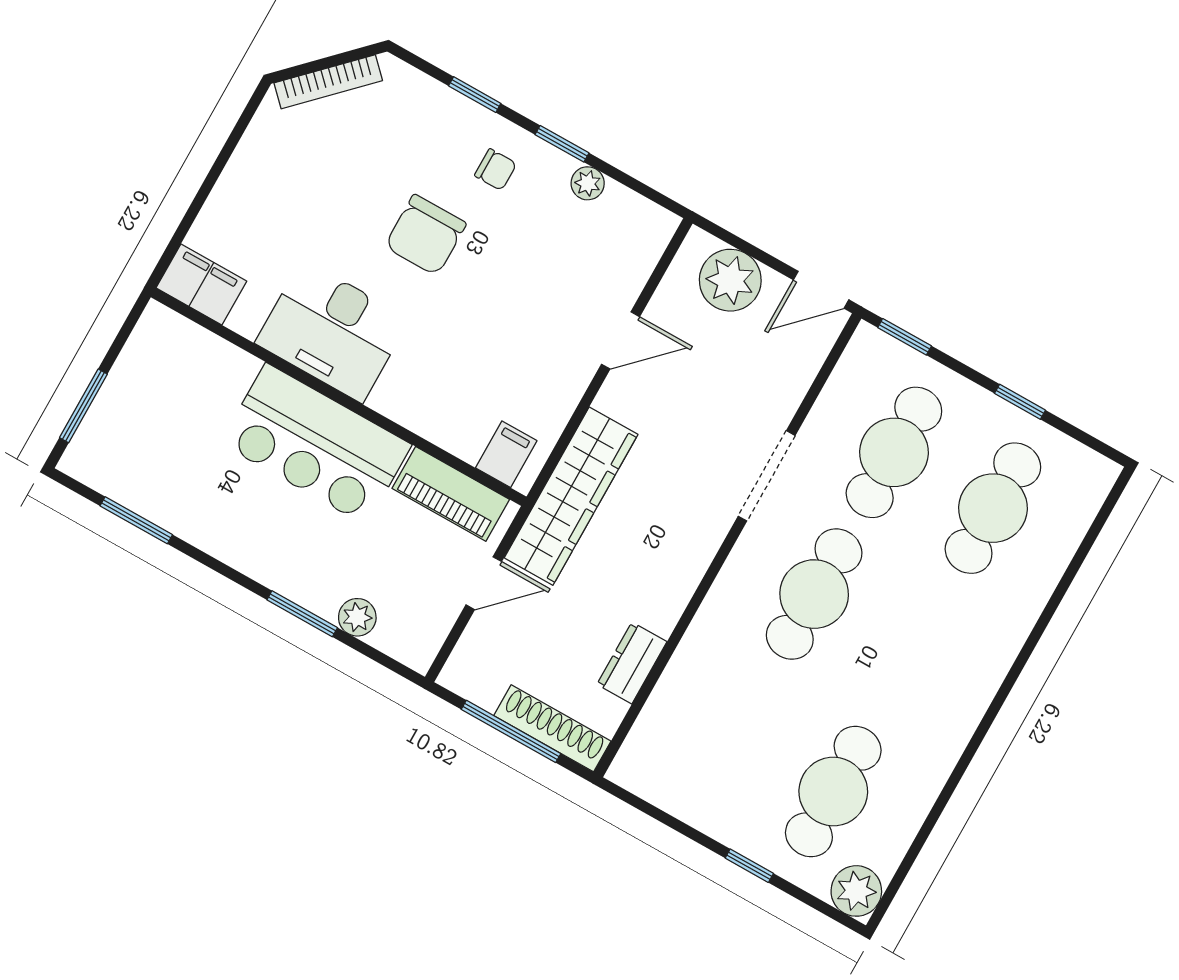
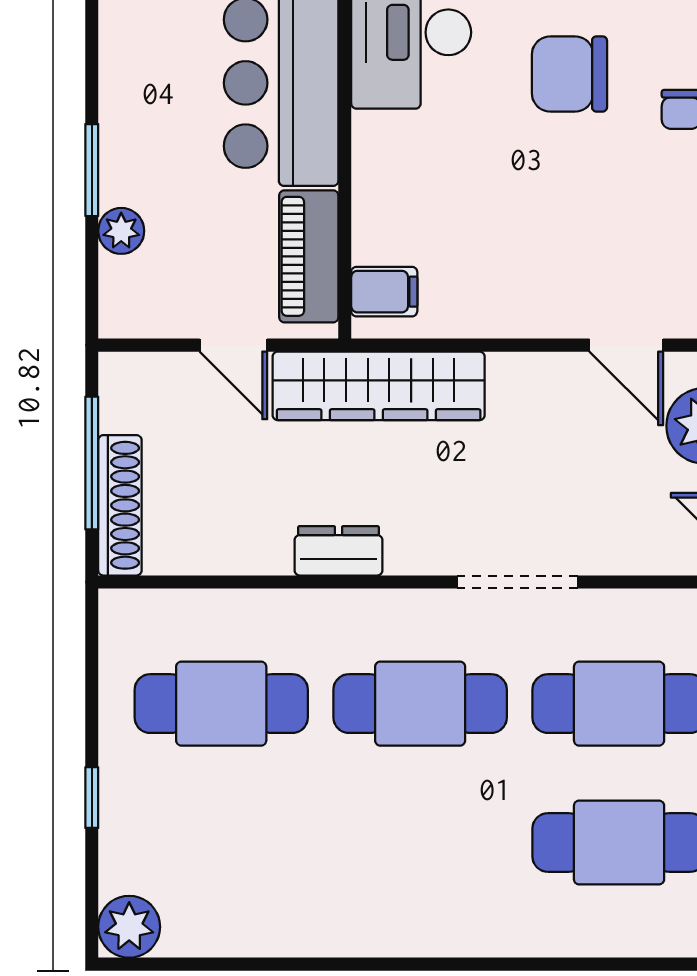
door: (621, 340) -> (626, 345), moved
dresser: (632, 663) -> (338, 551), moved
cafe table: (833, 792) -> (221, 704), moved

